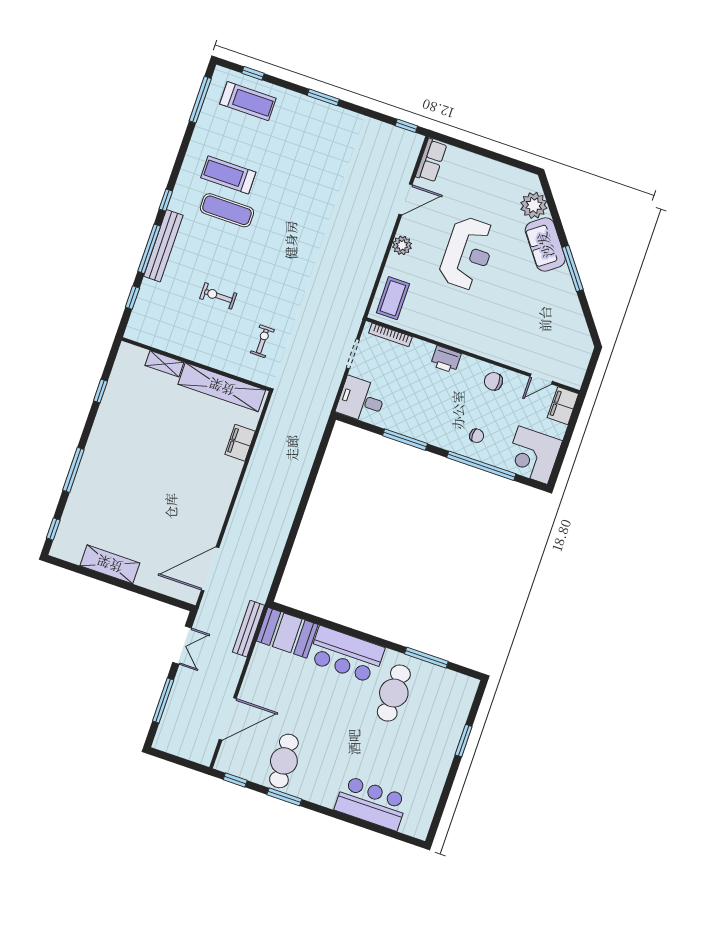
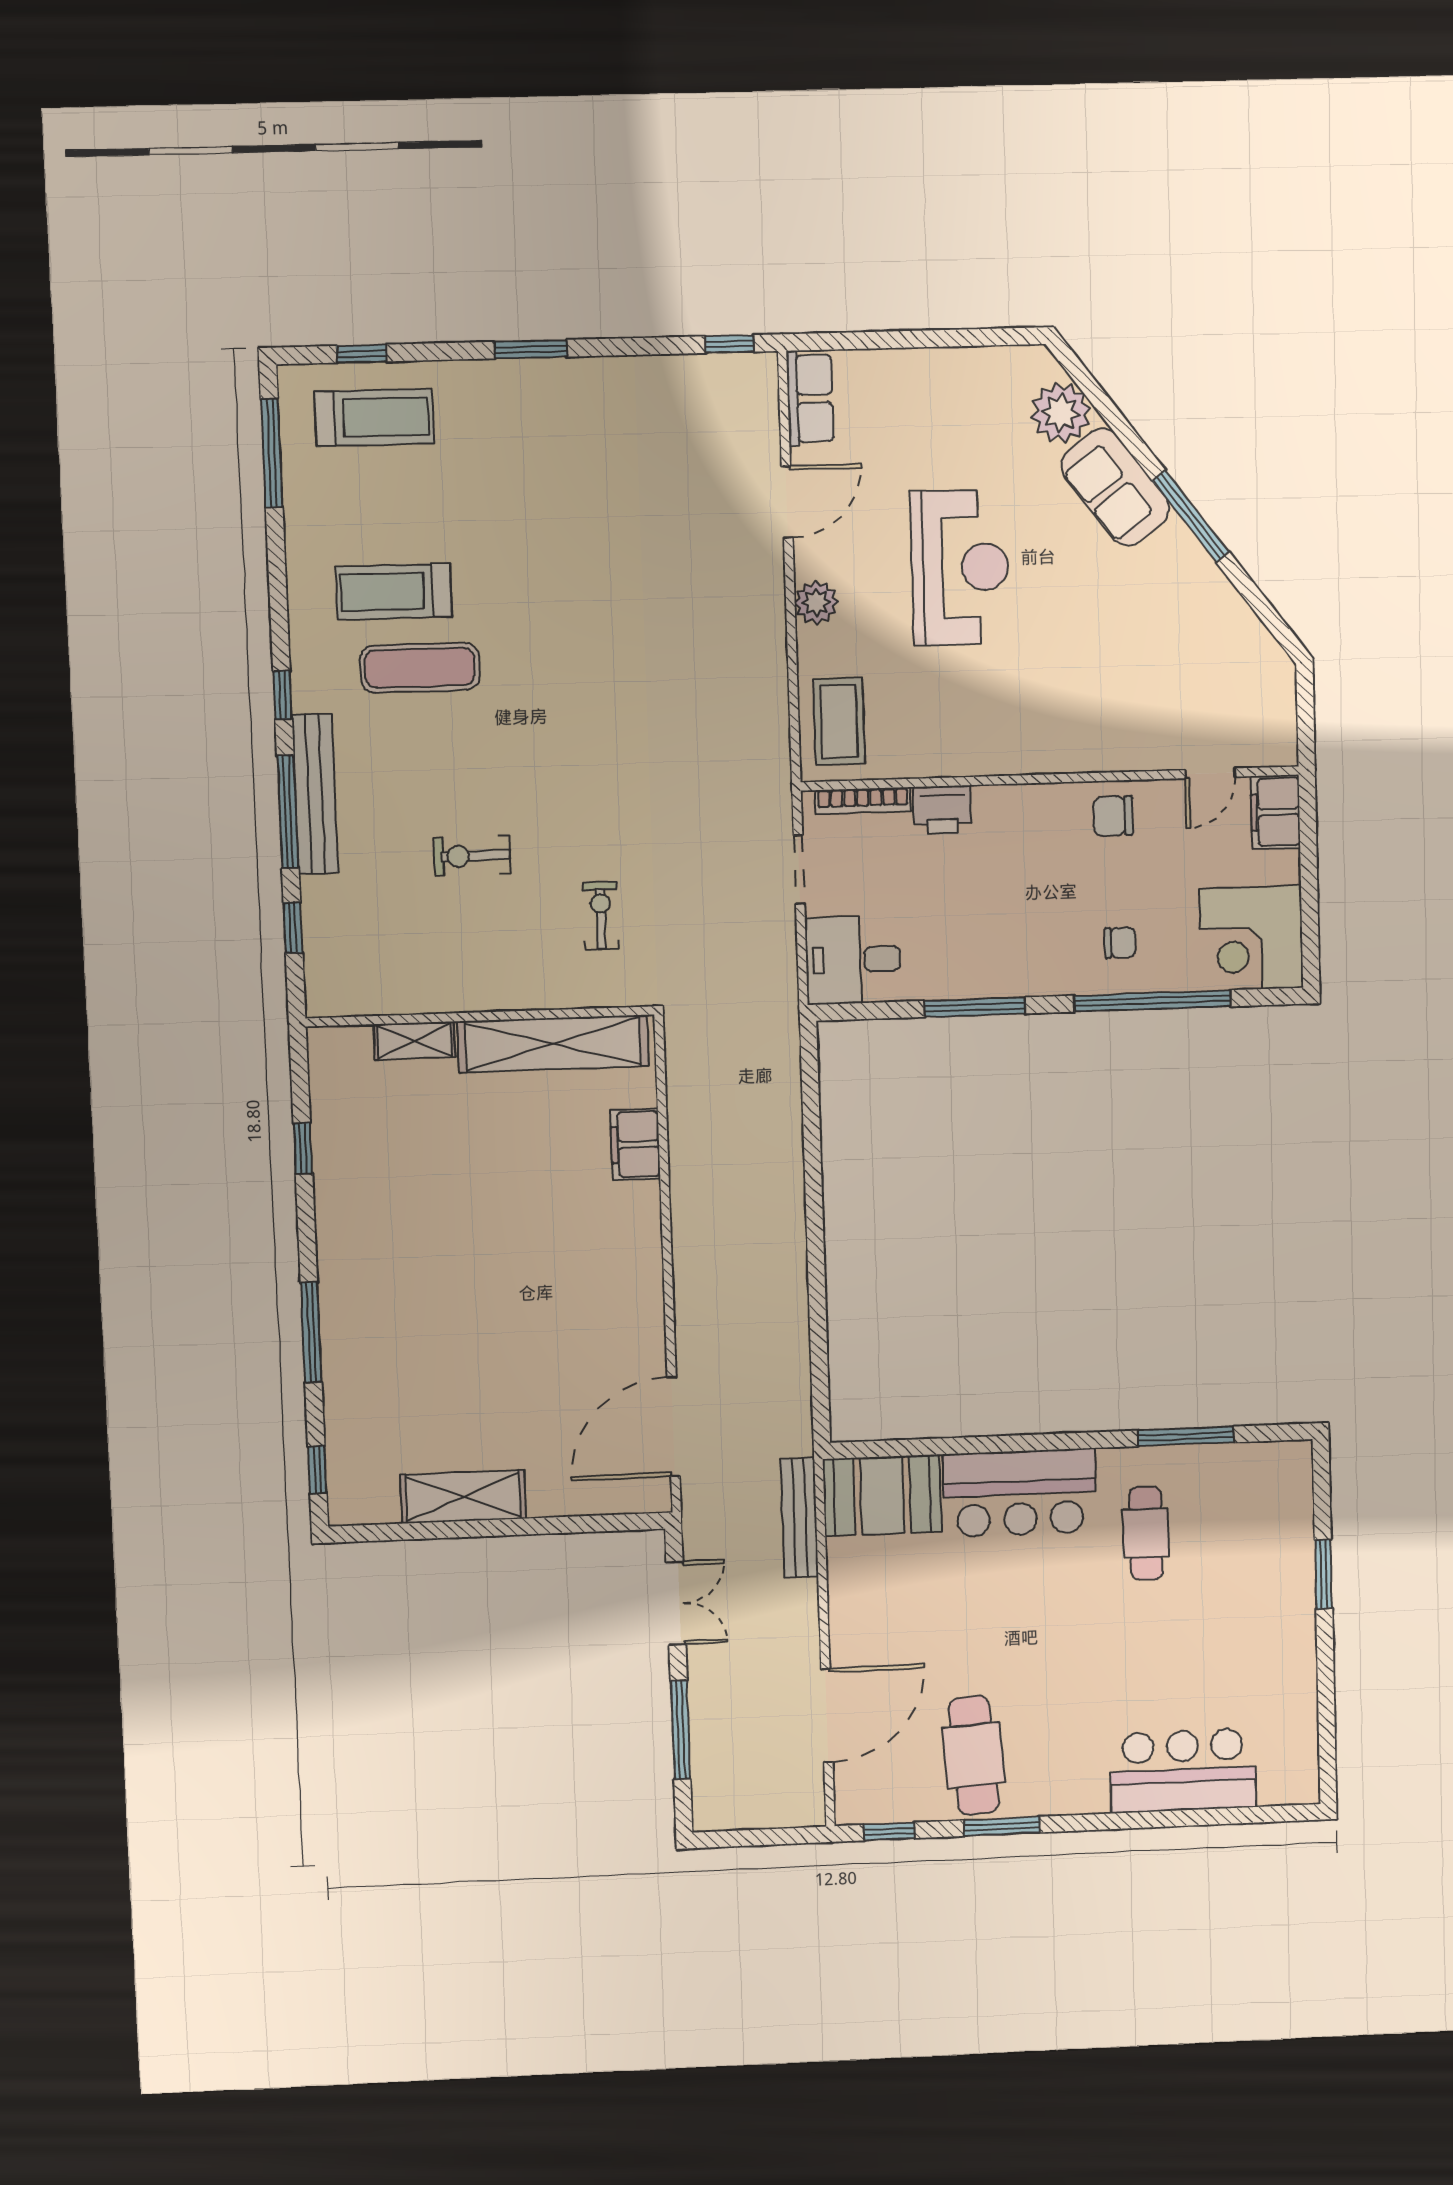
printer: (446, 359) -> (942, 810), moved
cafe table: (394, 693) -> (1146, 1533), width x0.73, depth x0.74

